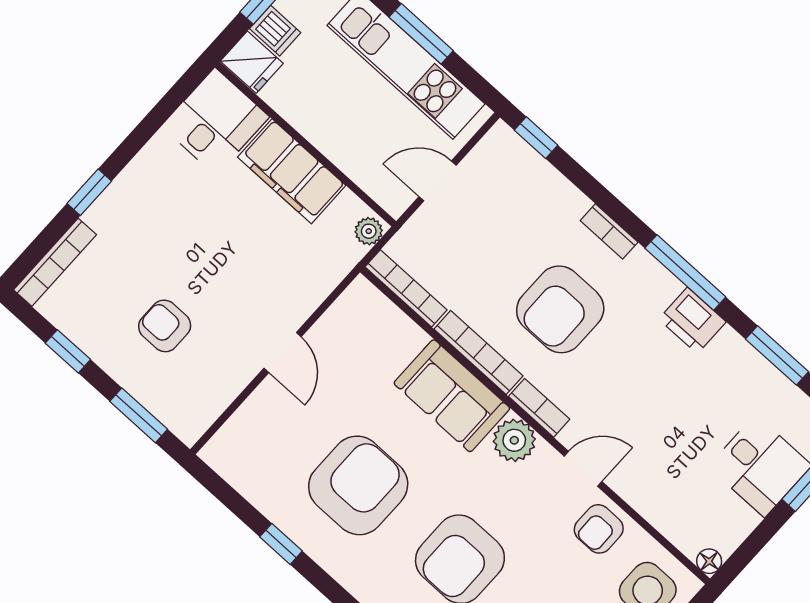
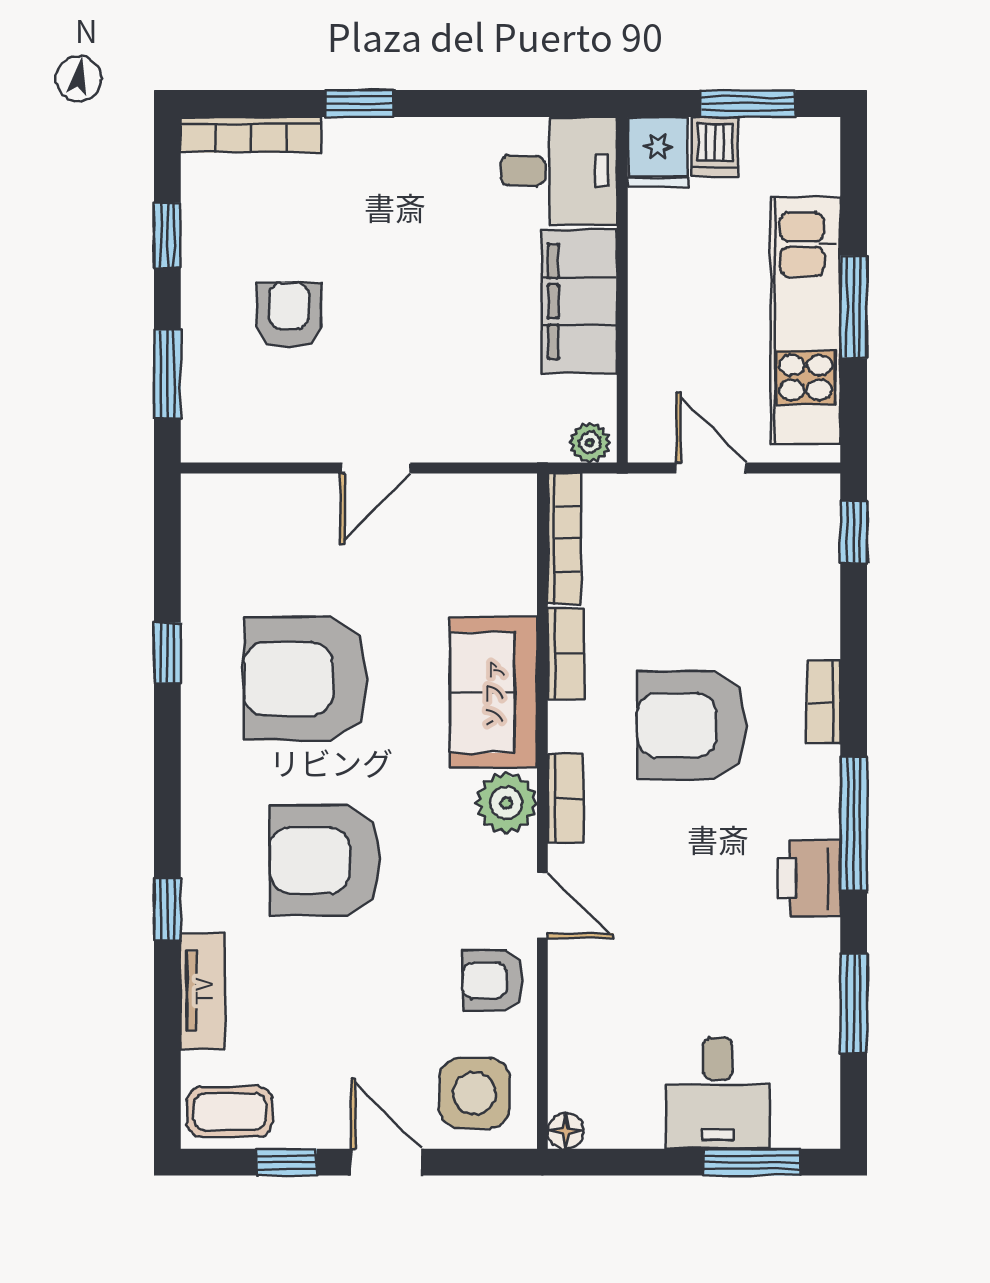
bookcase: (478, 352) -> (566, 653), width x0.64
armchair: (358, 485) -> (306, 679), turned 180

